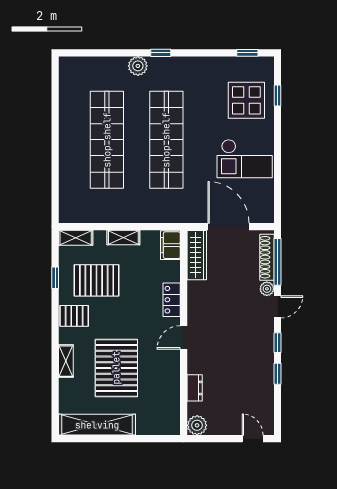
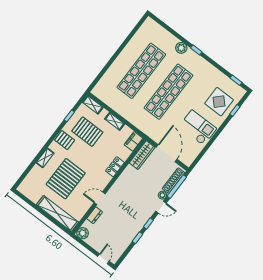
checkout: (245, 159) -> (198, 128), turned 180
door: (184, 337) -> (100, 198), moved
shelving: (97, 425) -> (58, 214), moved

